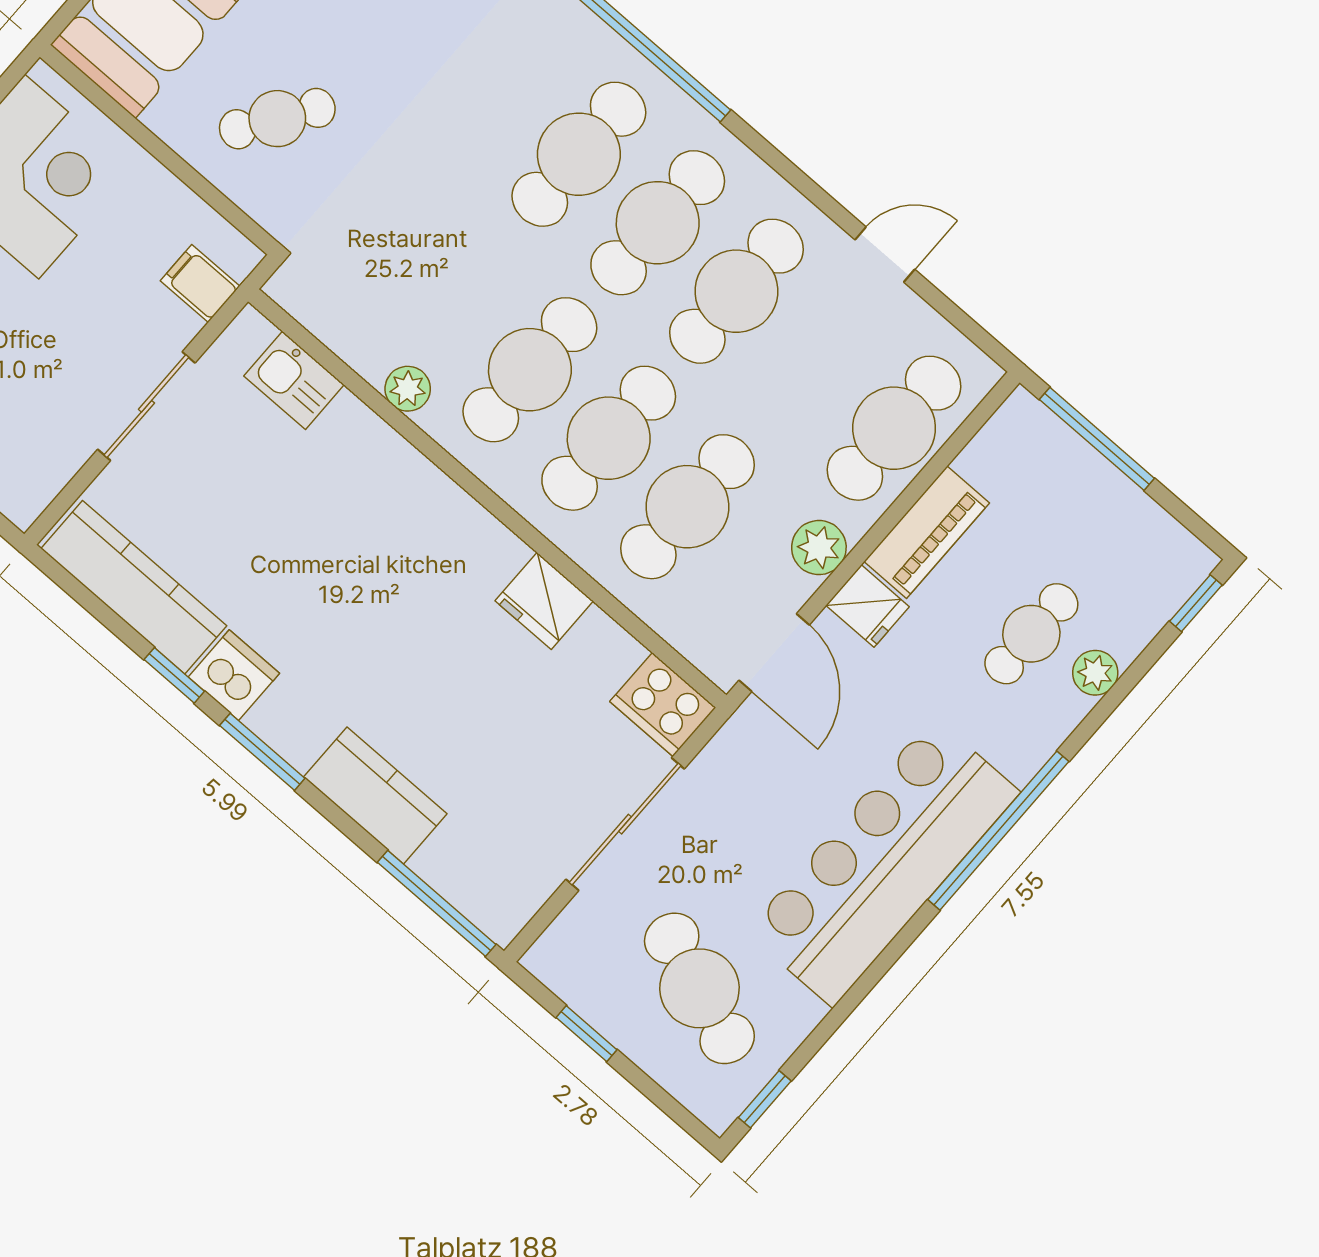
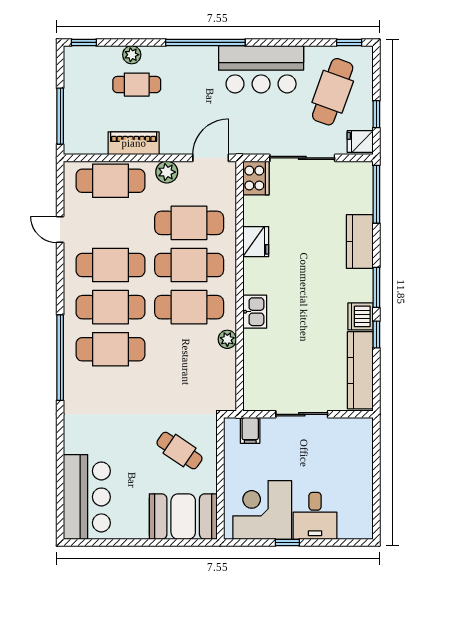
kitchen sink: (294, 380) -> (255, 312), moved
fridge: (868, 606) -> (360, 142), moved, turned -90
bar counter: (883, 862) -> (261, 69), width x0.73

